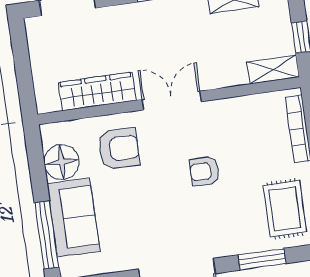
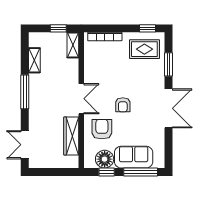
double door: (172, 100) -> (81, 99), swing flipped
window: (37, 170) -> (107, 172), added
armchair: (204, 171) -> (123, 105), moved

